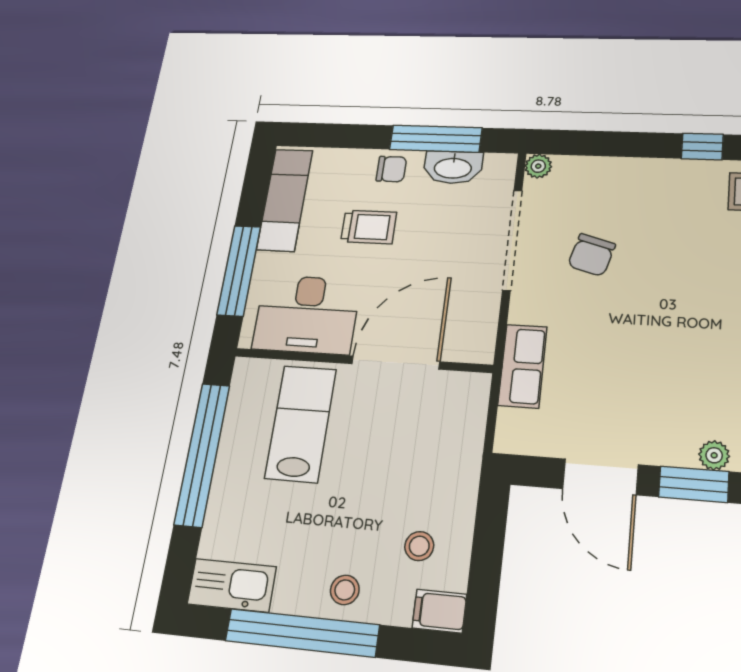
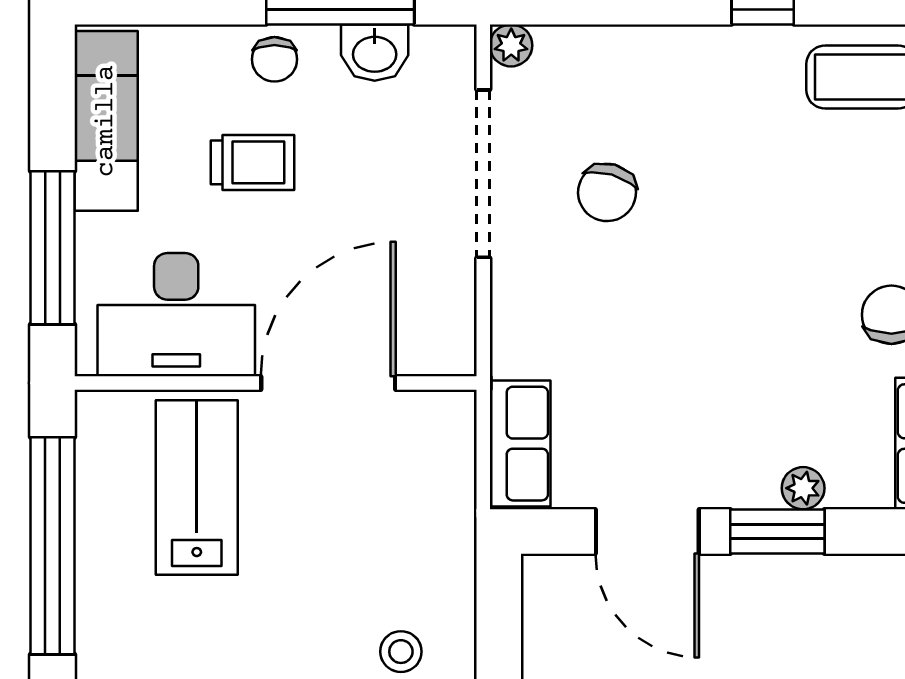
washbasin: (453, 167) -> (375, 53), width x0.72
chair: (391, 169) -> (274, 59), turned 90
row of seats: (522, 366) -> (520, 444), moved

